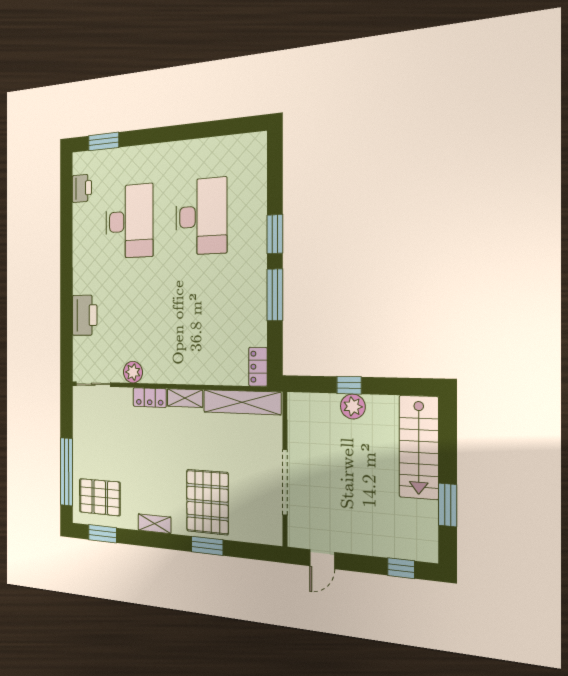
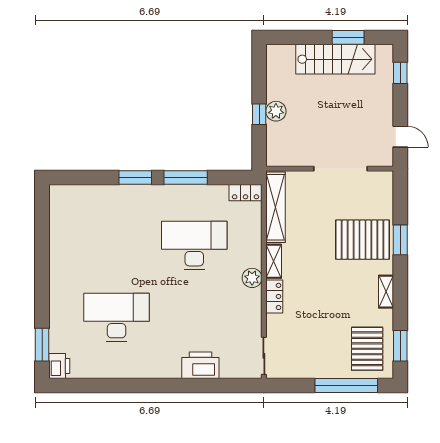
printer: (82, 188) -> (59, 366), moved, turned 90
desk: (201, 216) -> (194, 246), moved
plant: (133, 372) -> (252, 278), moved
stairs: (419, 447) -> (335, 59), moved

